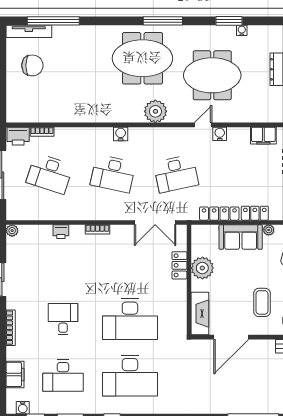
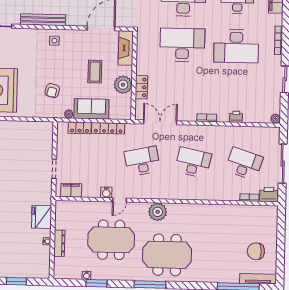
water cooler: (121, 134) -> (186, 194), removed
coffee table: (262, 302) -> (95, 72), moved
desk: (63, 319) -> (236, 46), width x1.87, depth x1.30

